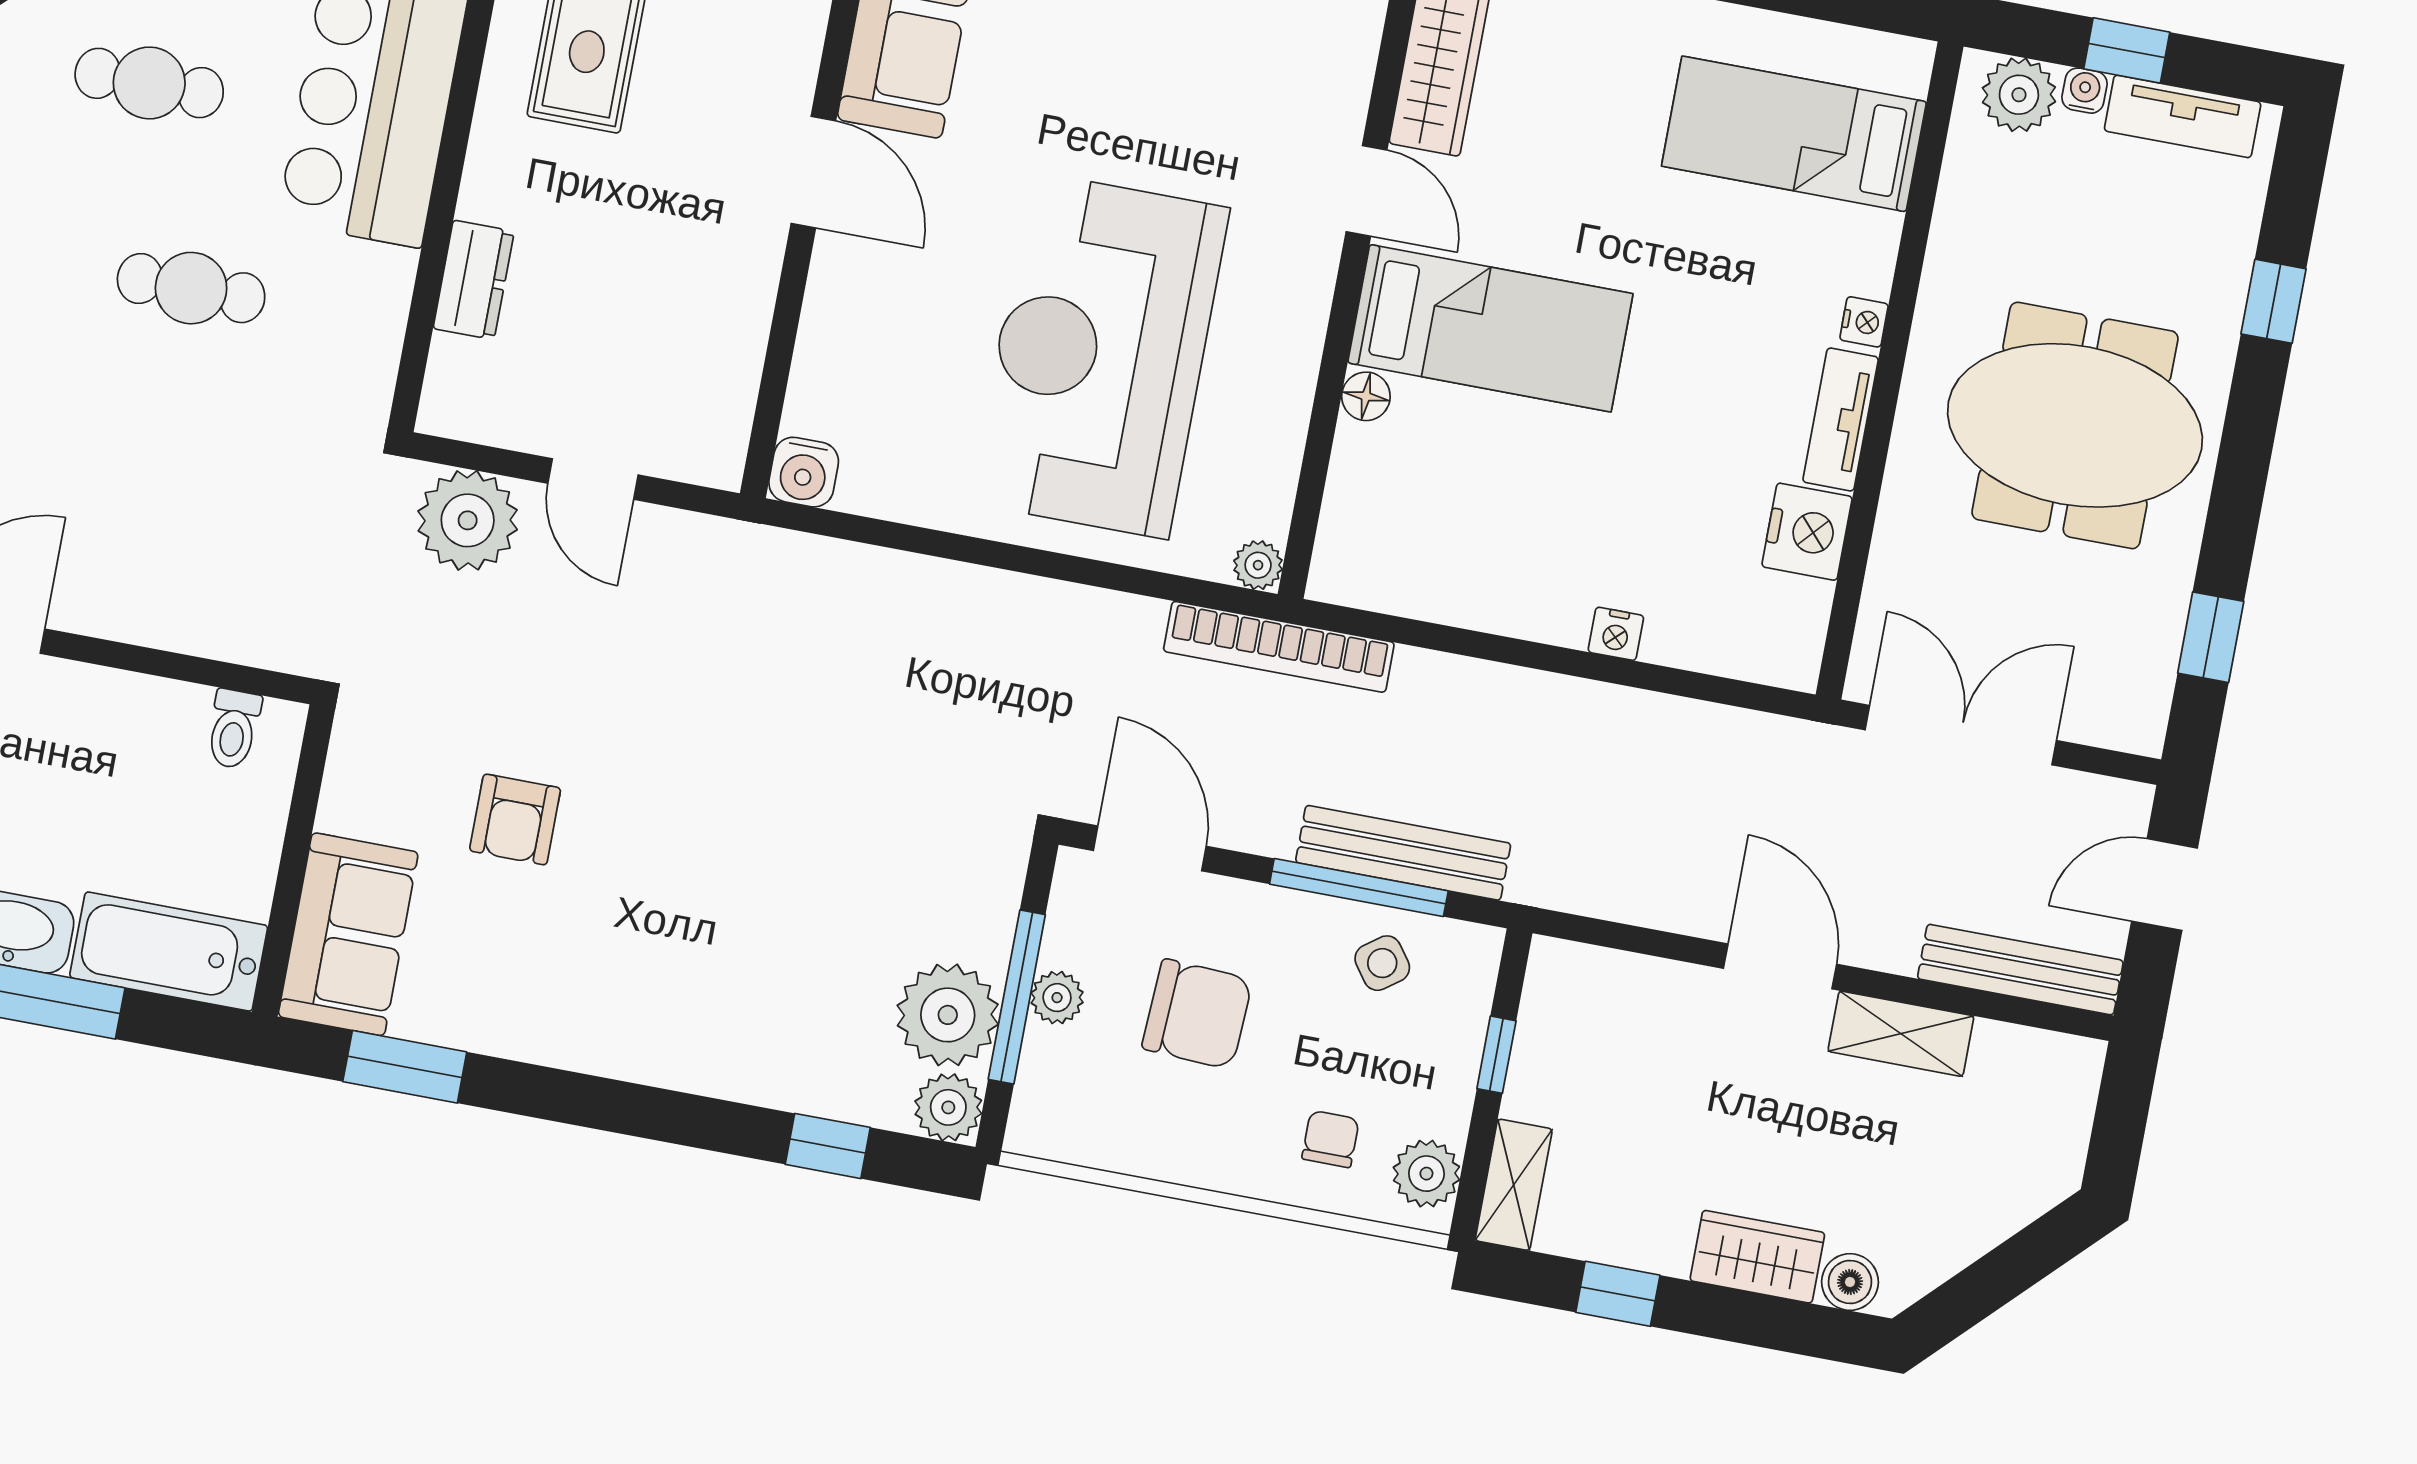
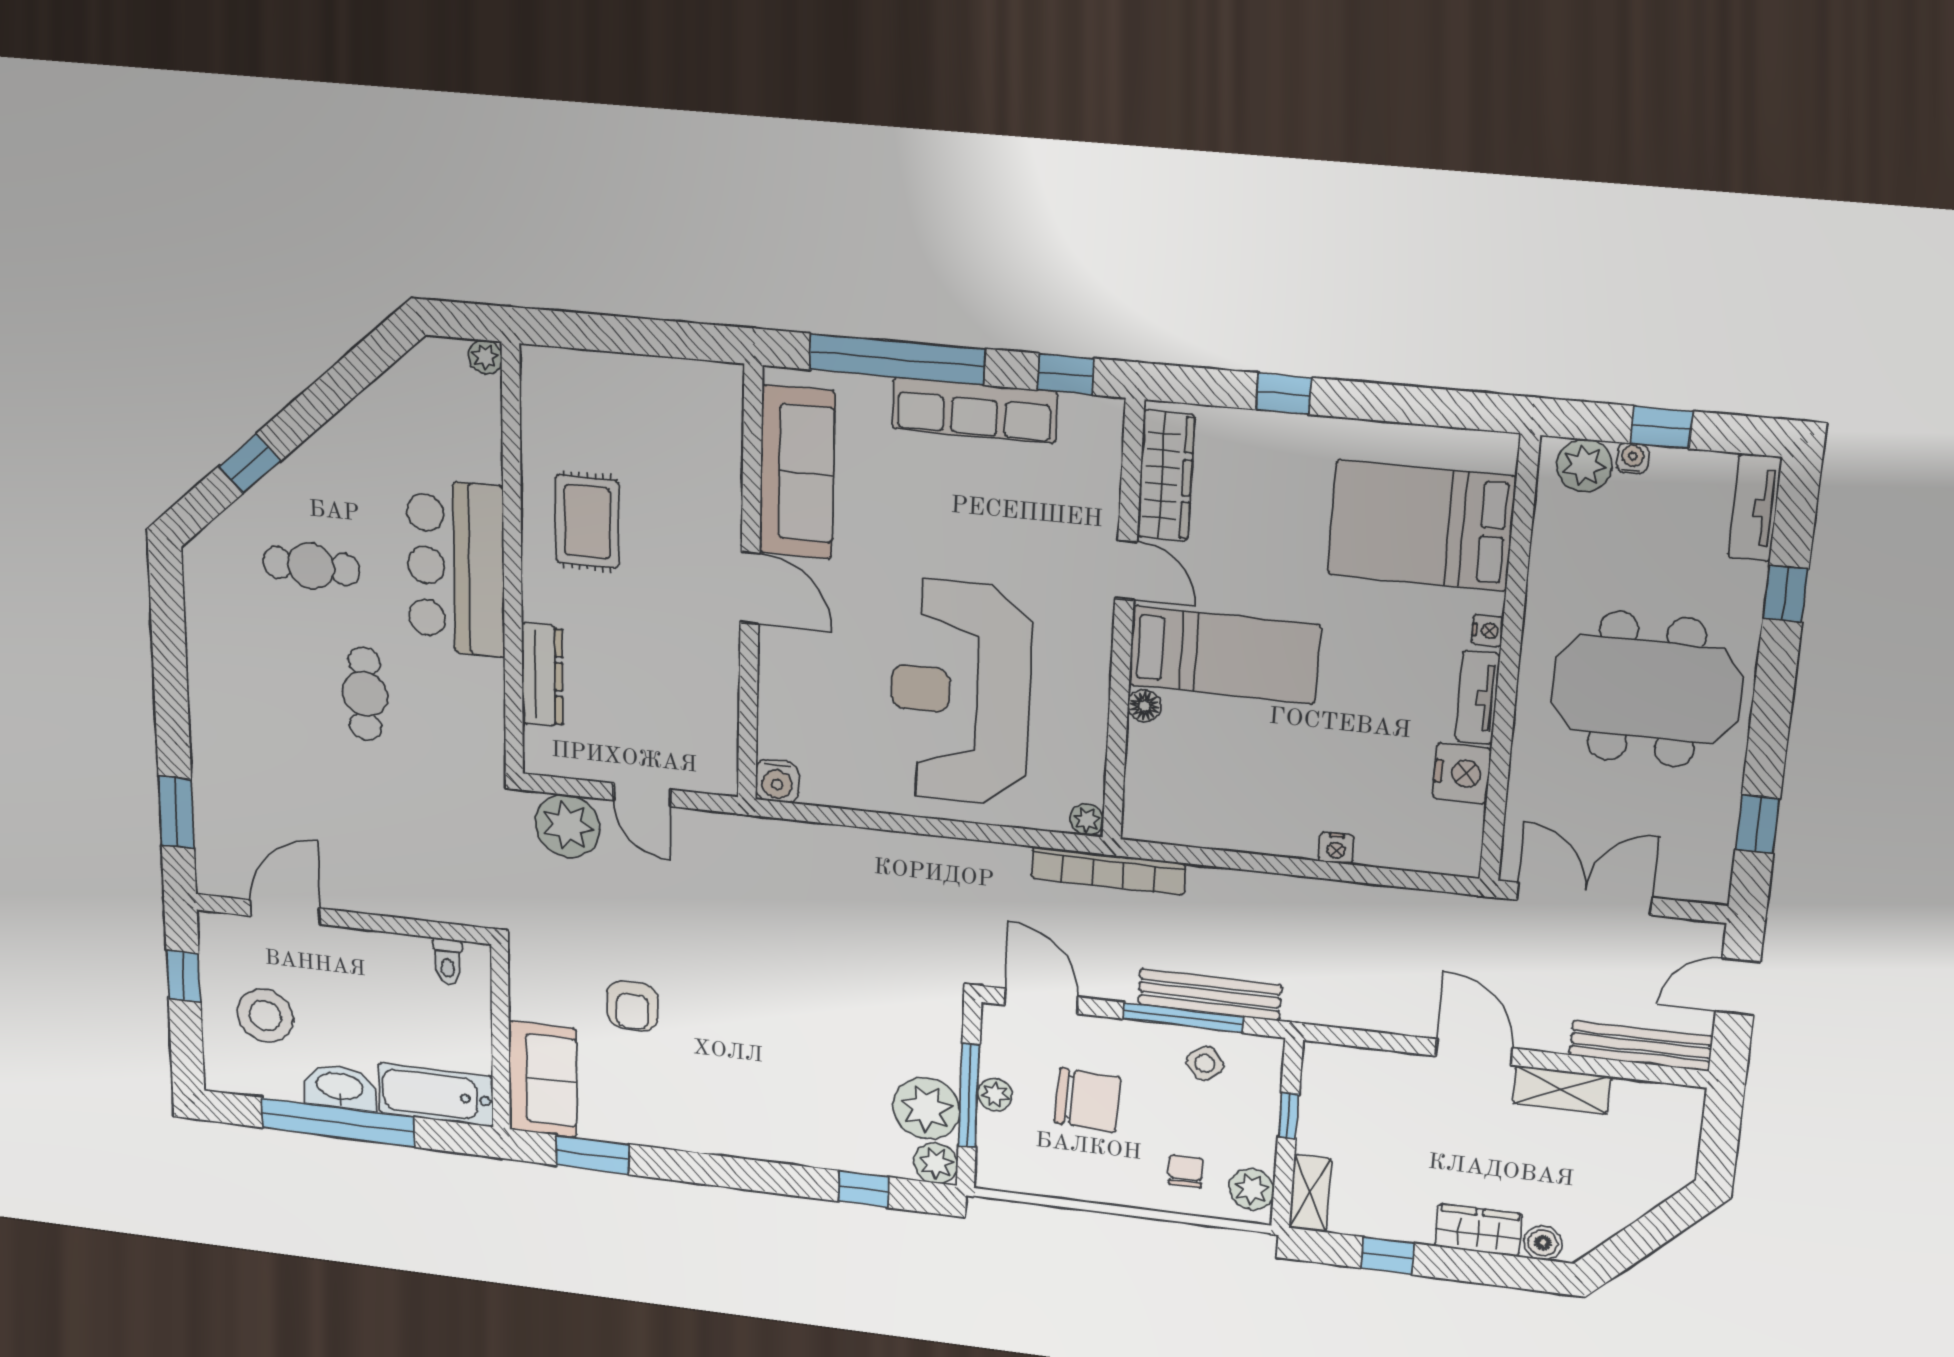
tv unit: (2183, 116) -> (1755, 507), moved, turned 90
bed: (1794, 134) -> (1421, 526), width x1.50
dresser: (474, 280) -> (542, 675), width x1.44
cafe table: (191, 288) -> (365, 694), turned 90

